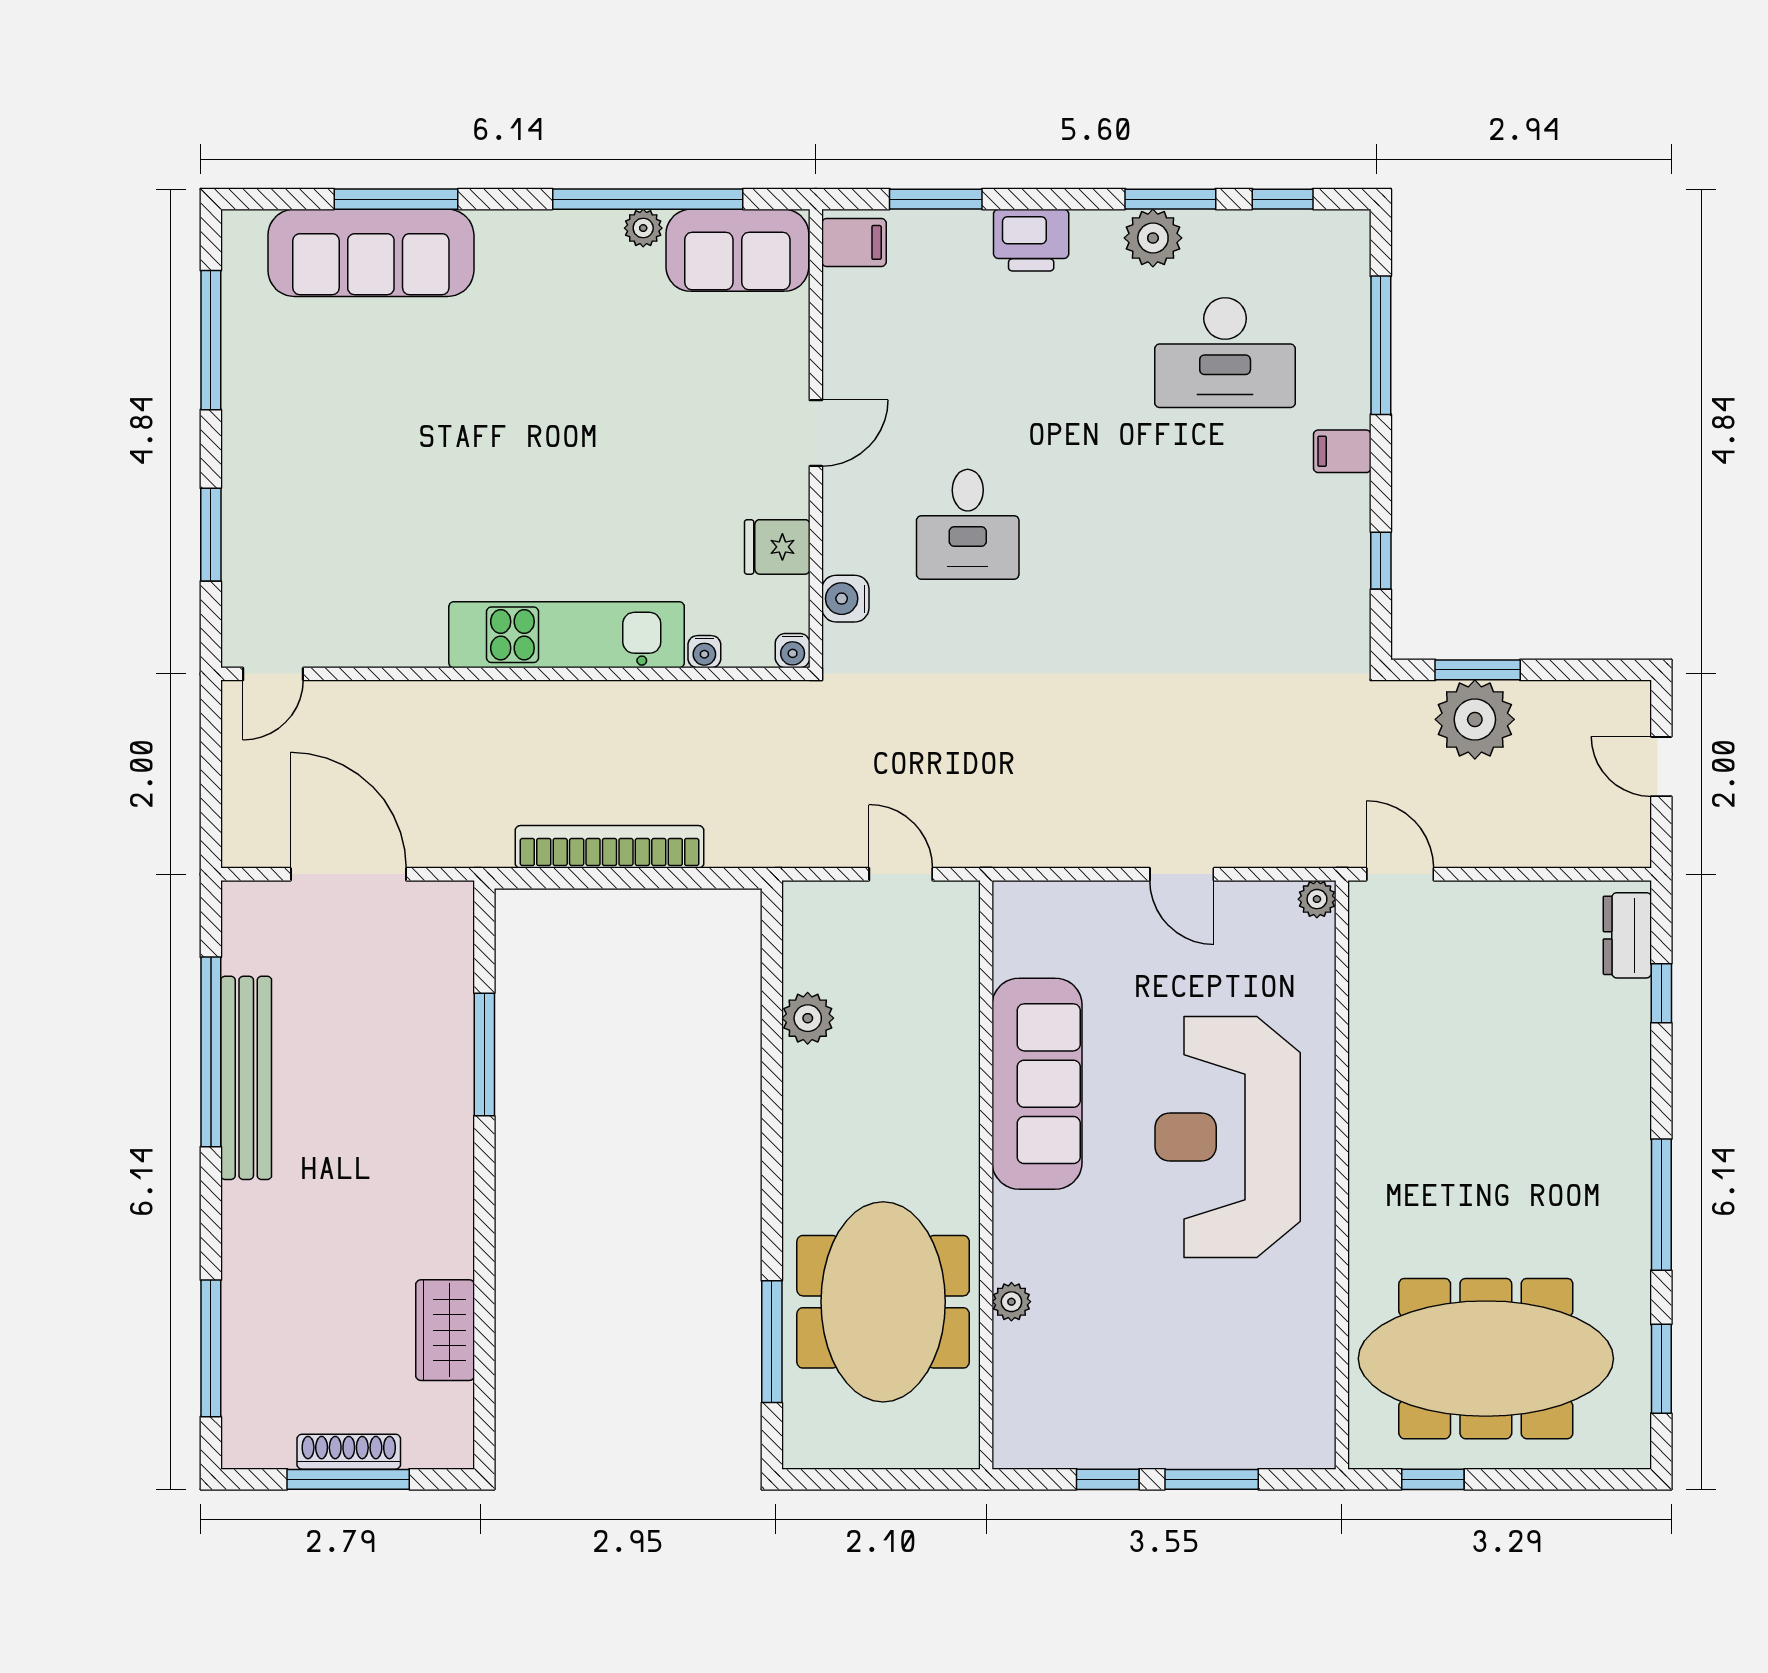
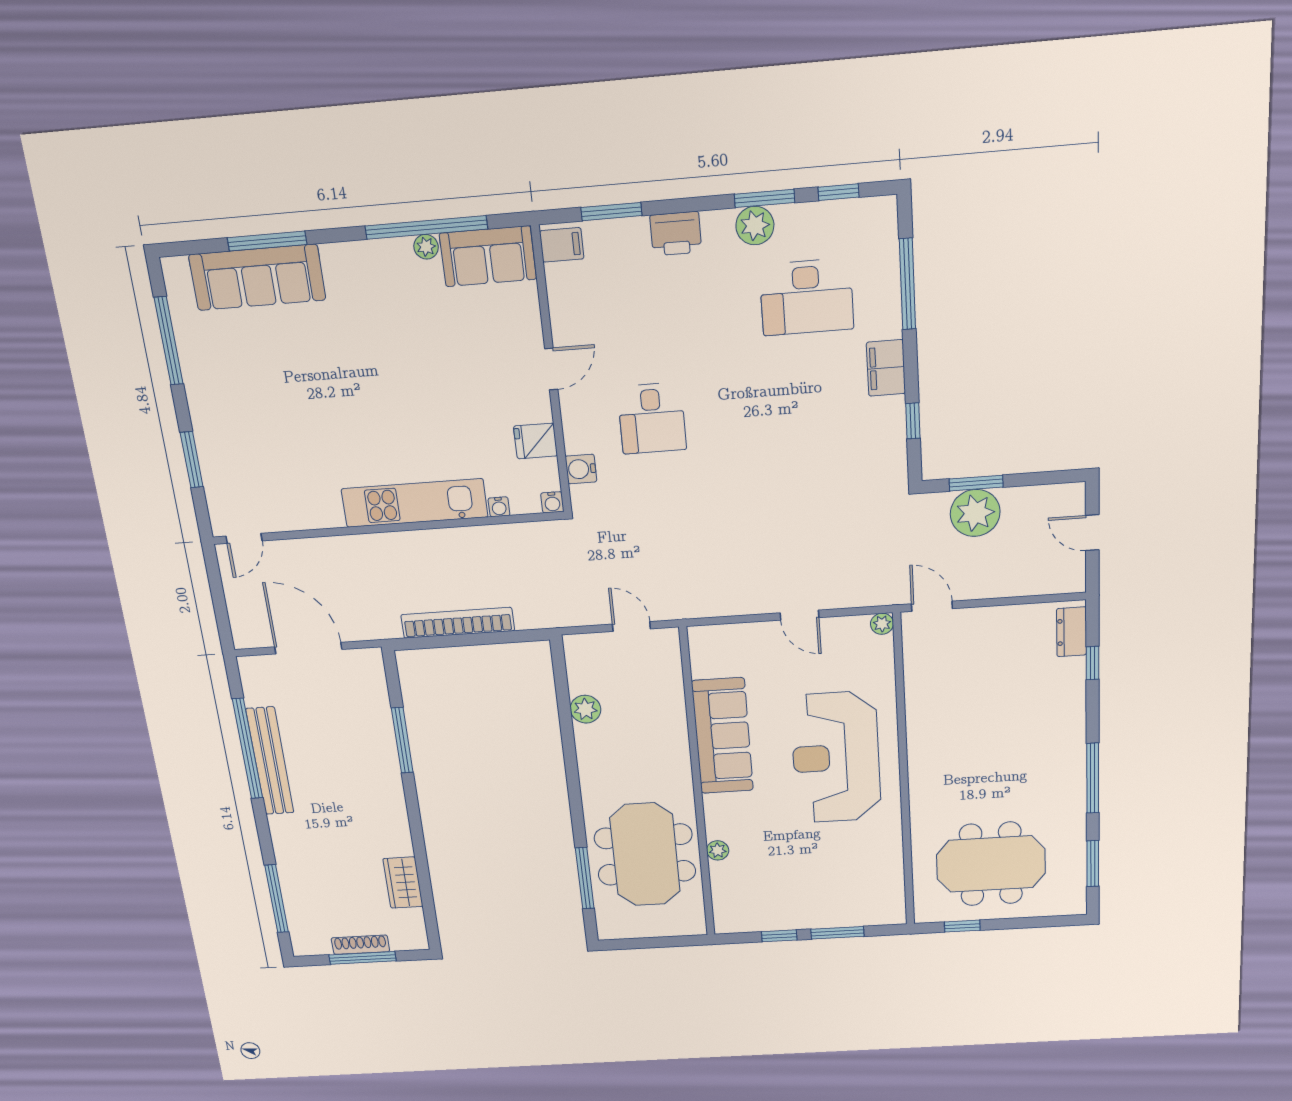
filing cabinet: (1342, 451) -> (886, 368), width x2.00
meeting table: (1486, 1359) -> (991, 864), width x0.73

